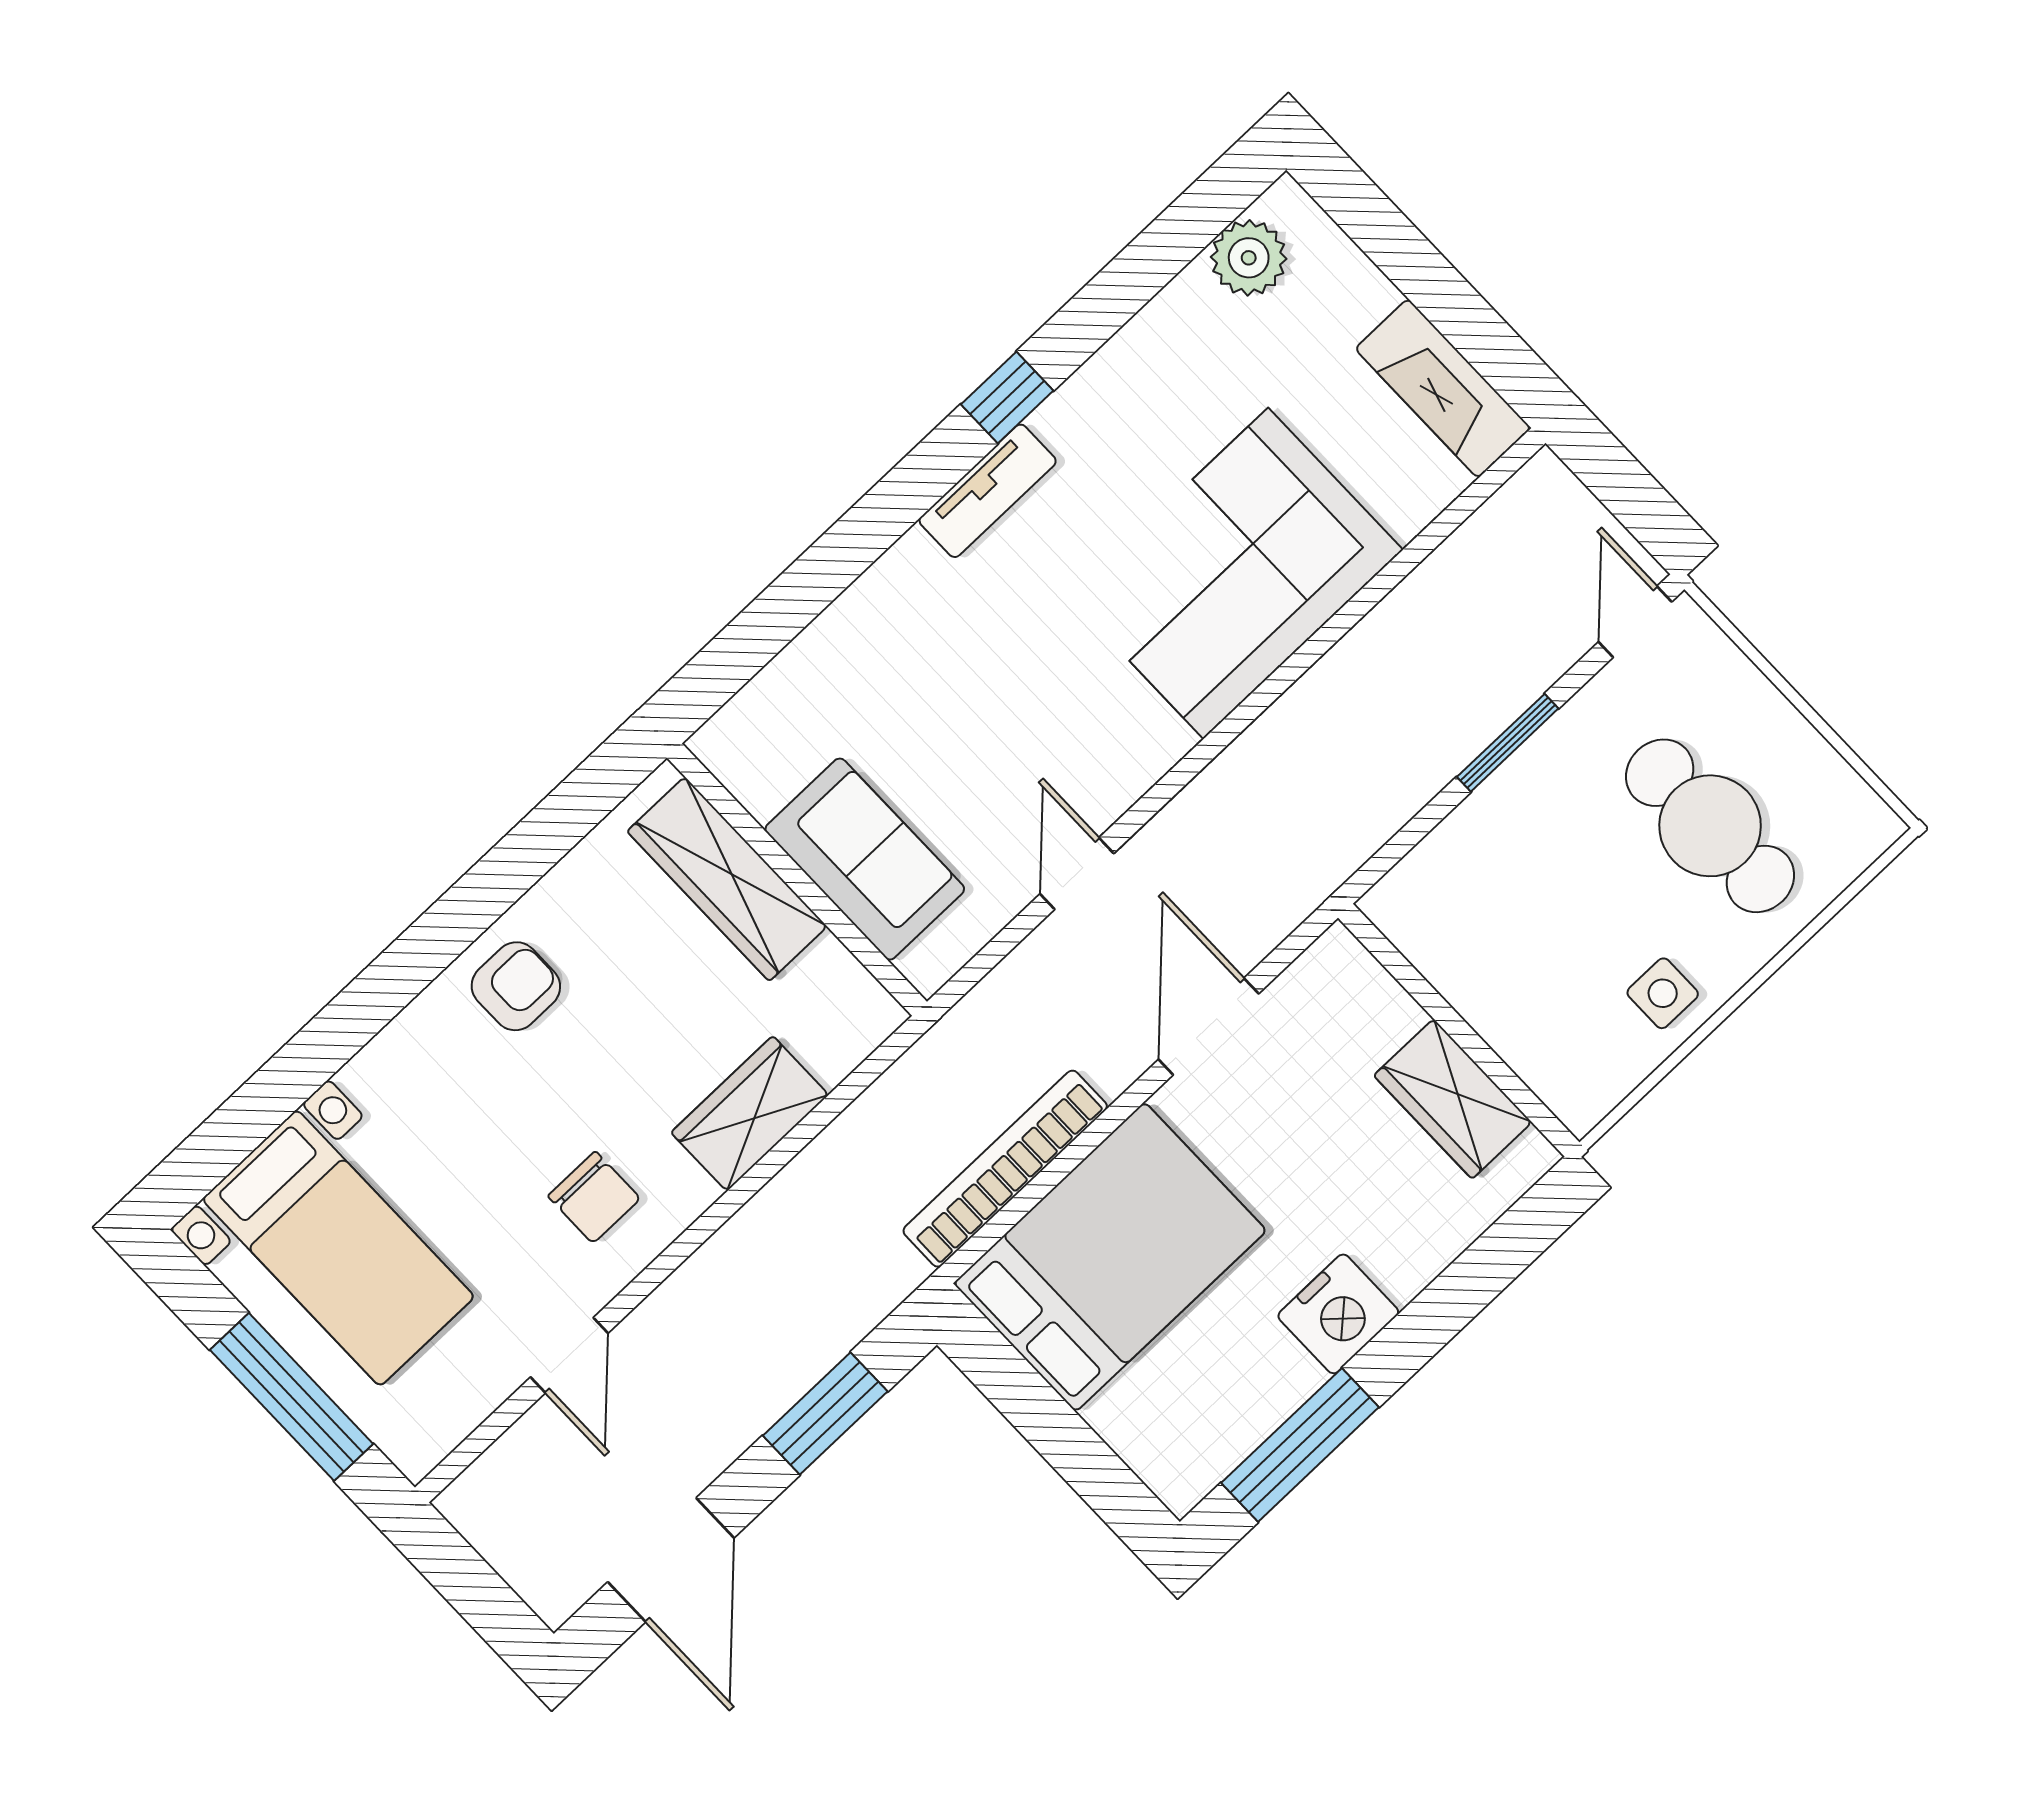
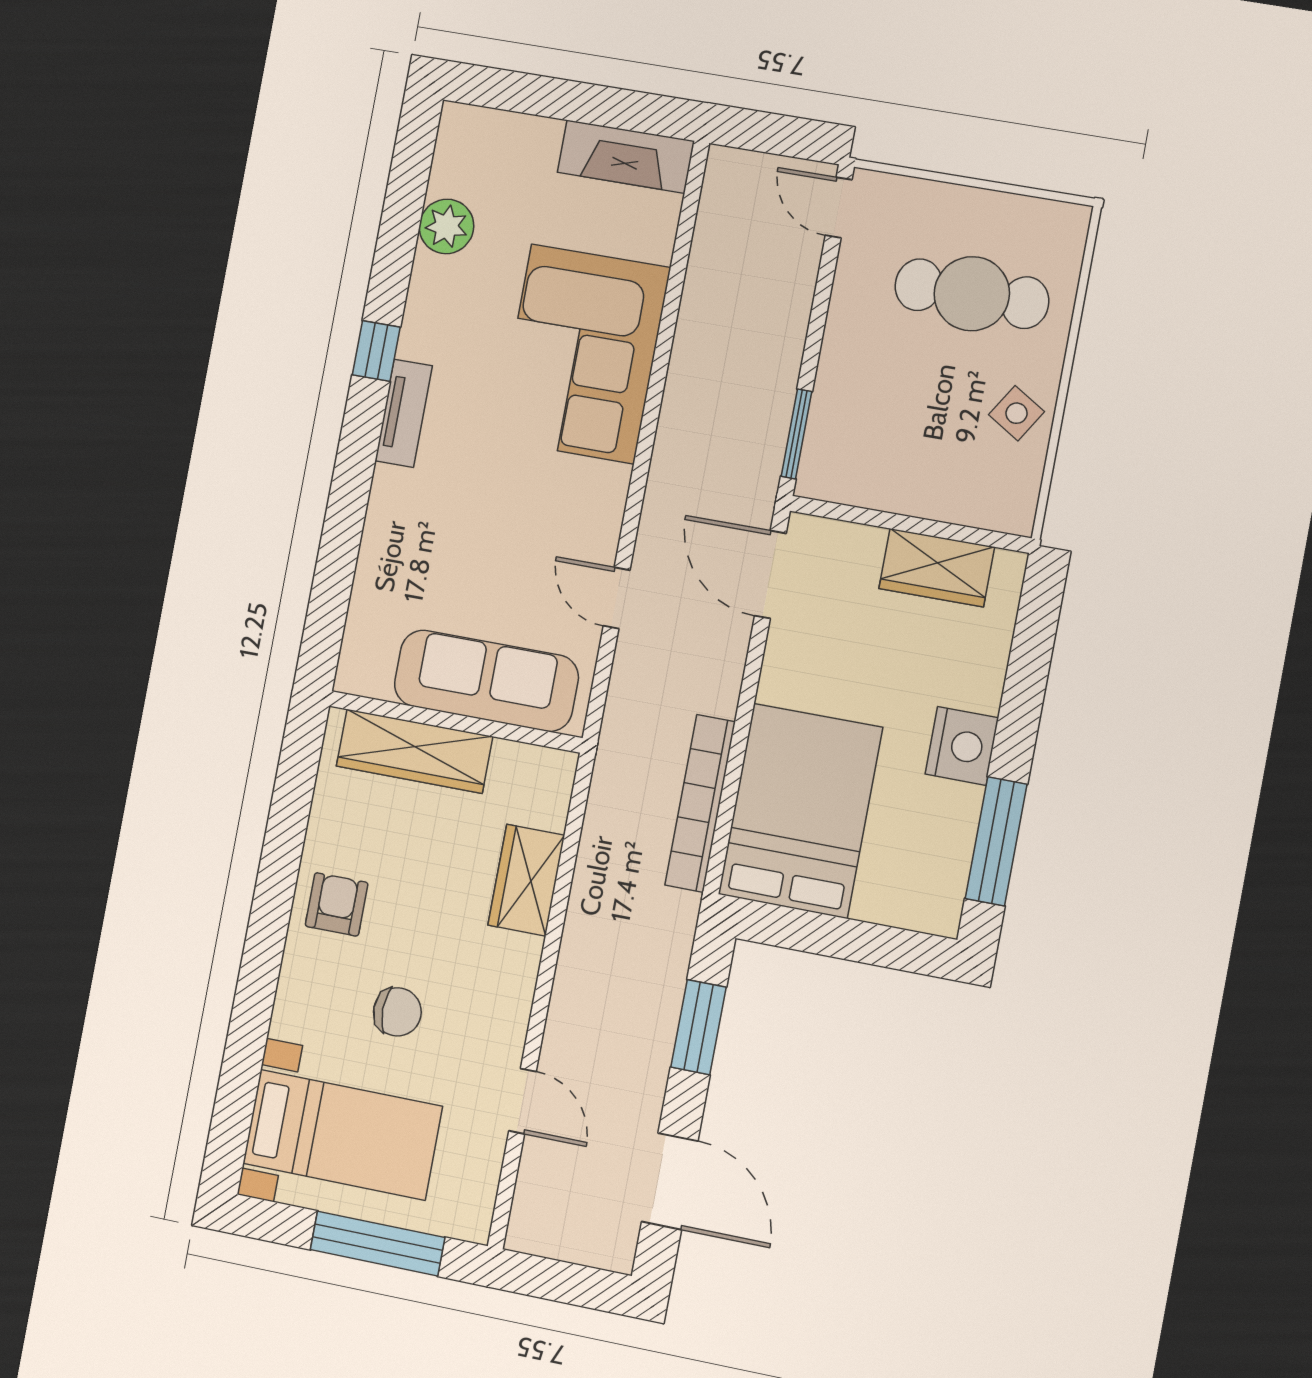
plant: (1249, 258) -> (446, 226), moved
window: (1508, 743) -> (796, 434), moved
sofa: (865, 859) -> (486, 681), width x1.36
side table: (1663, 993) -> (1017, 413), turned 32
door: (1209, 1027) -> (770, 575), moved
chair: (594, 1197) -> (397, 1012), moved

